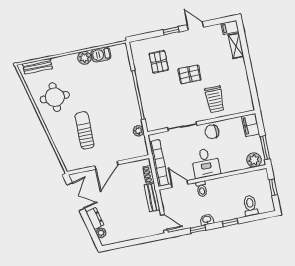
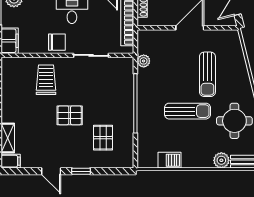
plant: (84, 58) -> (221, 160), moved
sun lounger: (95, 97) -> (187, 111), added

